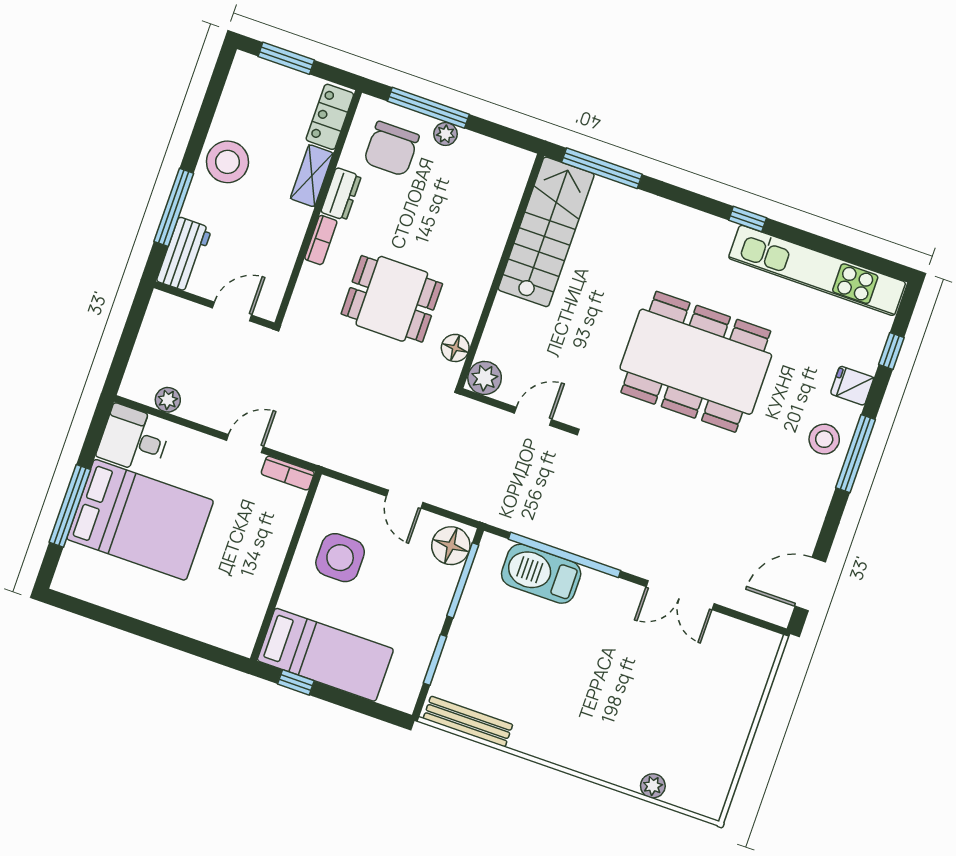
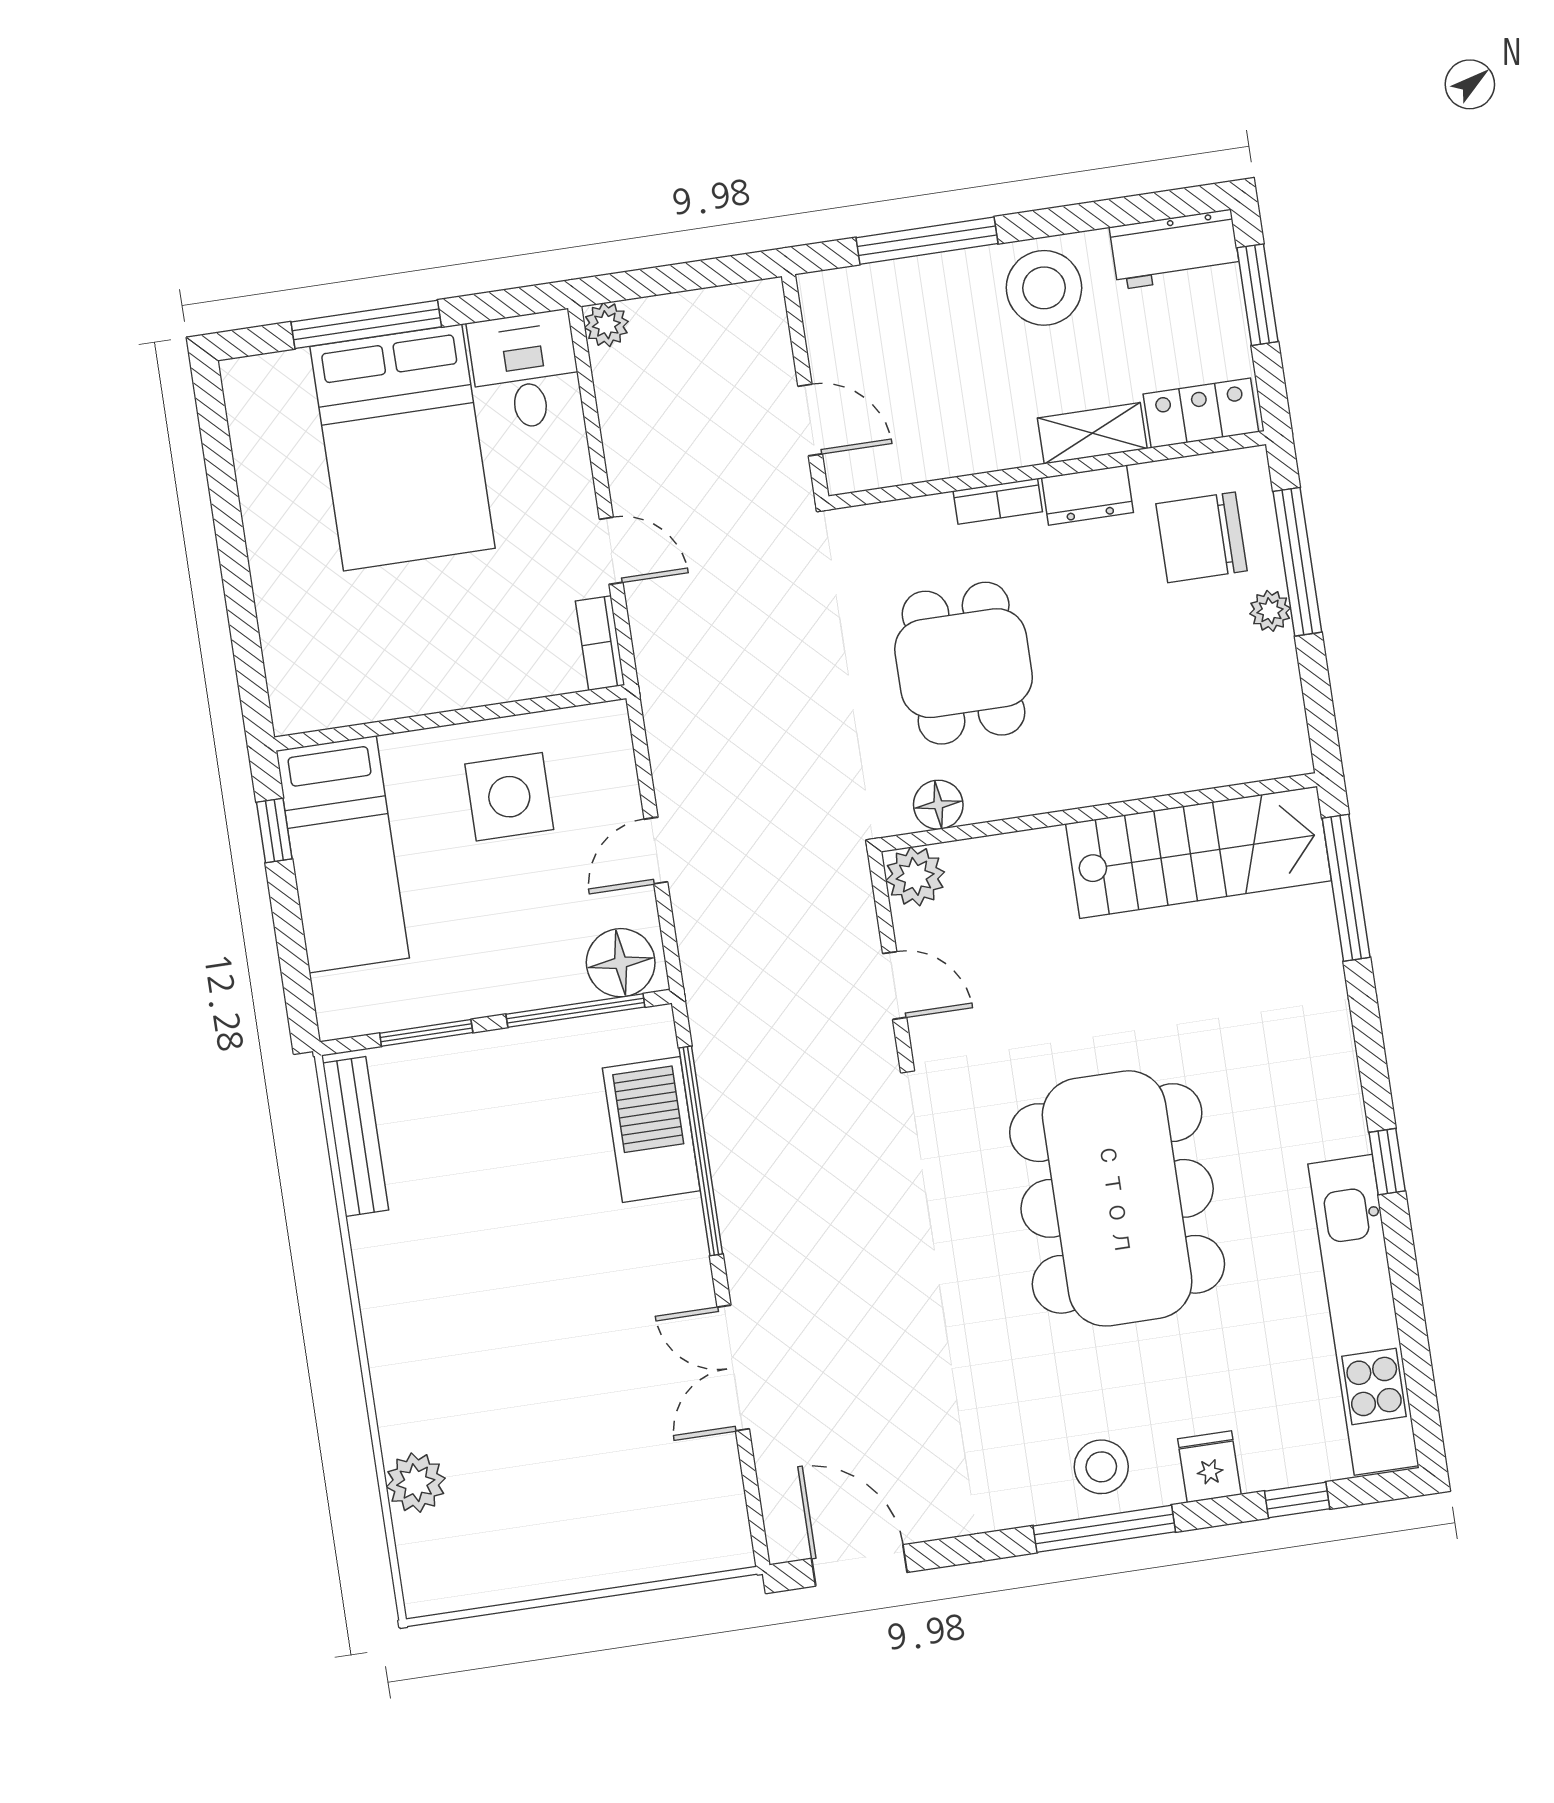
workbench: (184, 255) -> (1175, 249), moved
plant: (168, 400) -> (606, 325), moved
plant: (653, 786) -> (416, 1483), width x1.38, depth x1.38

